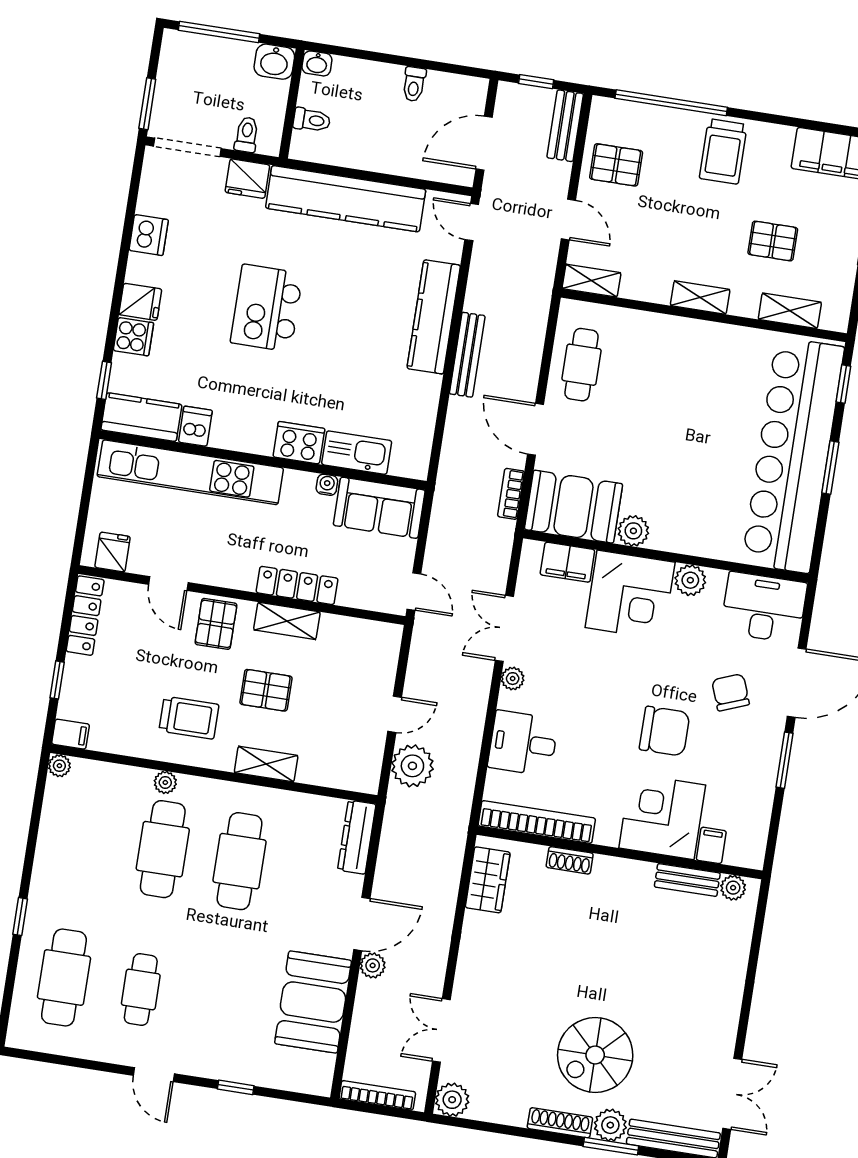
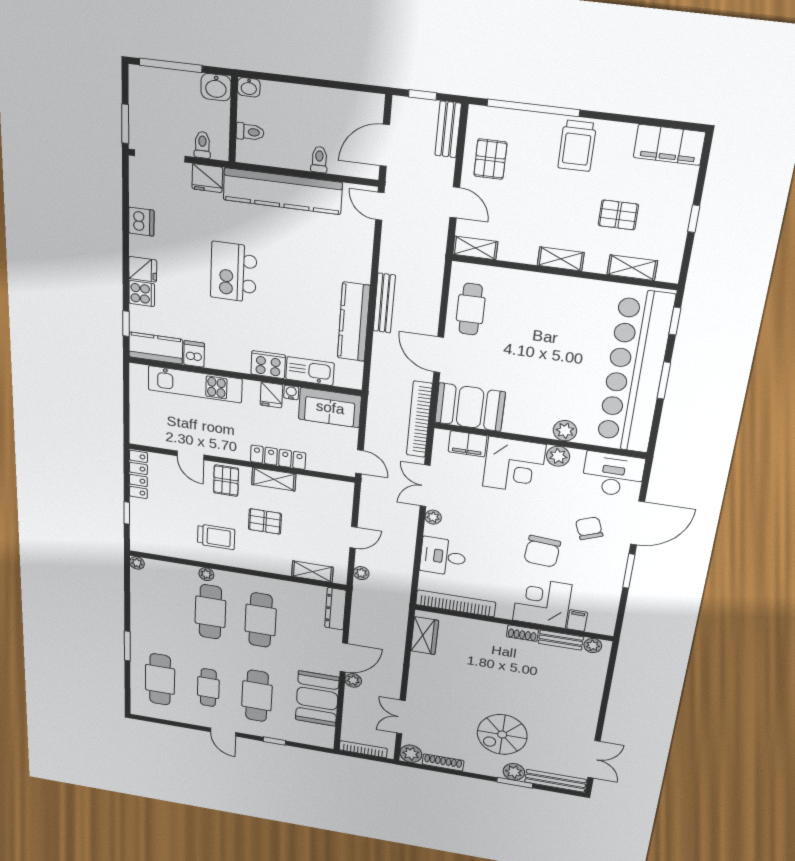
toilet: (414, 84) -> (319, 160), moved, turned 180
pallet: (616, 165) -> (490, 159), turned 90
kitchen counter: (434, 317) -> (354, 322), moved
kitchen unit: (190, 472) -> (195, 384), width x0.73
bookcase: (511, 494) -> (419, 419), width x2.31, depth x1.31
plant: (633, 531) -> (565, 431), moved
fridge: (113, 552) -> (271, 395), moved, turned 180
chair: (665, 731) -> (542, 551), turned 94
filing cabinet: (71, 734) -> (141, 545), removed
shelving: (266, 764) -> (312, 572), moved
plant: (412, 766) -> (361, 573), width x0.53, depth x0.53
shoe rack: (570, 860) -> (522, 633), moved
window: (20, 917) -> (127, 646), width x1.50
cafe table: (218, 1002) -> (257, 696), added
shoe rack: (560, 1123) -> (443, 762), moved

